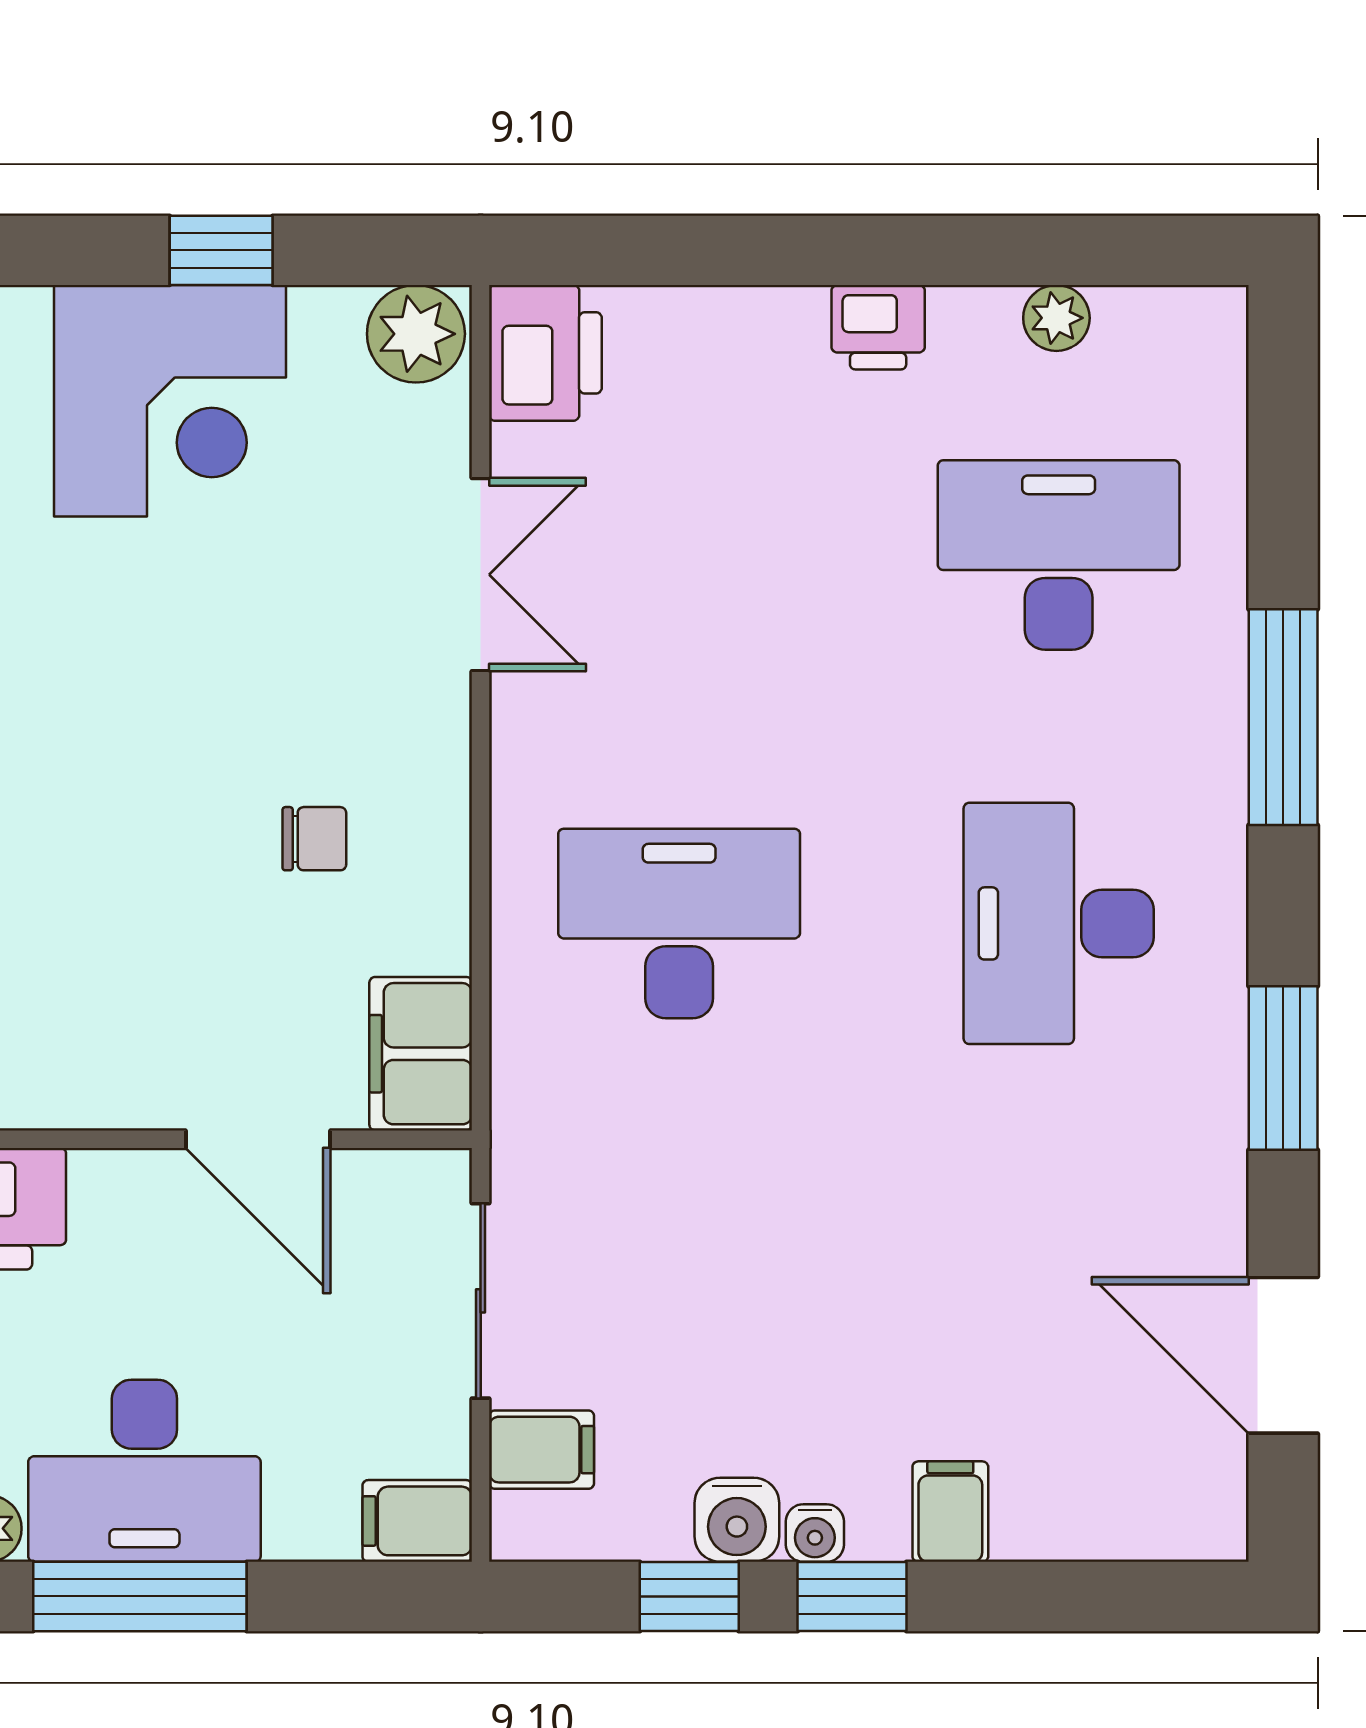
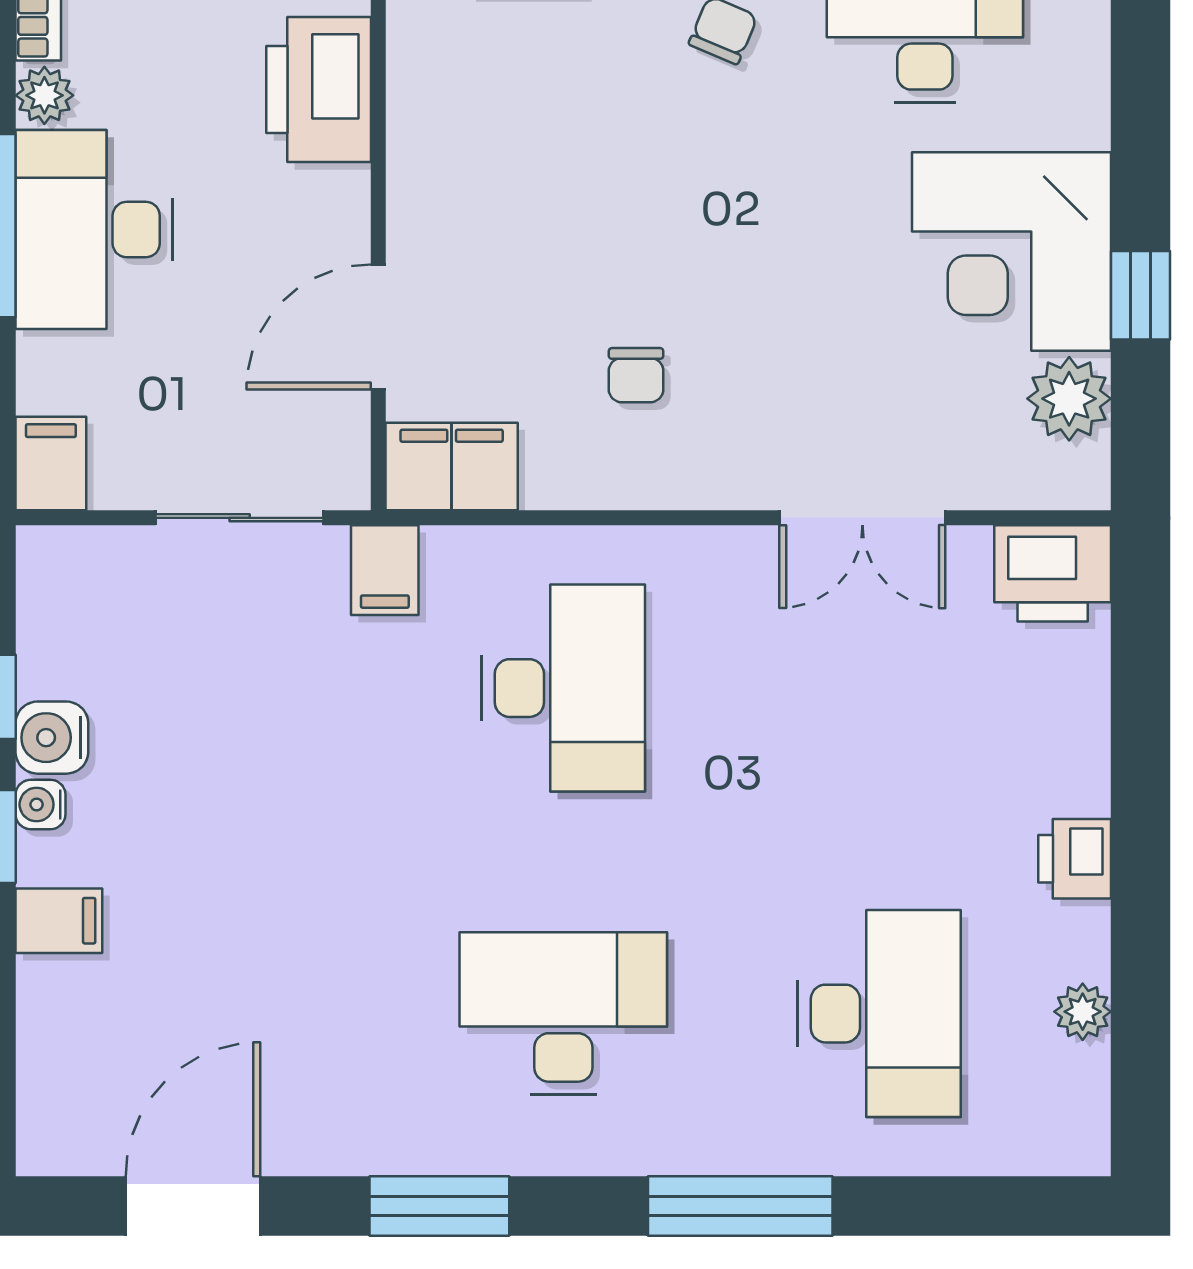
plant: (416, 334) -> (1069, 399), moved
filing cabinet: (542, 1450) -> (385, 570), moved

